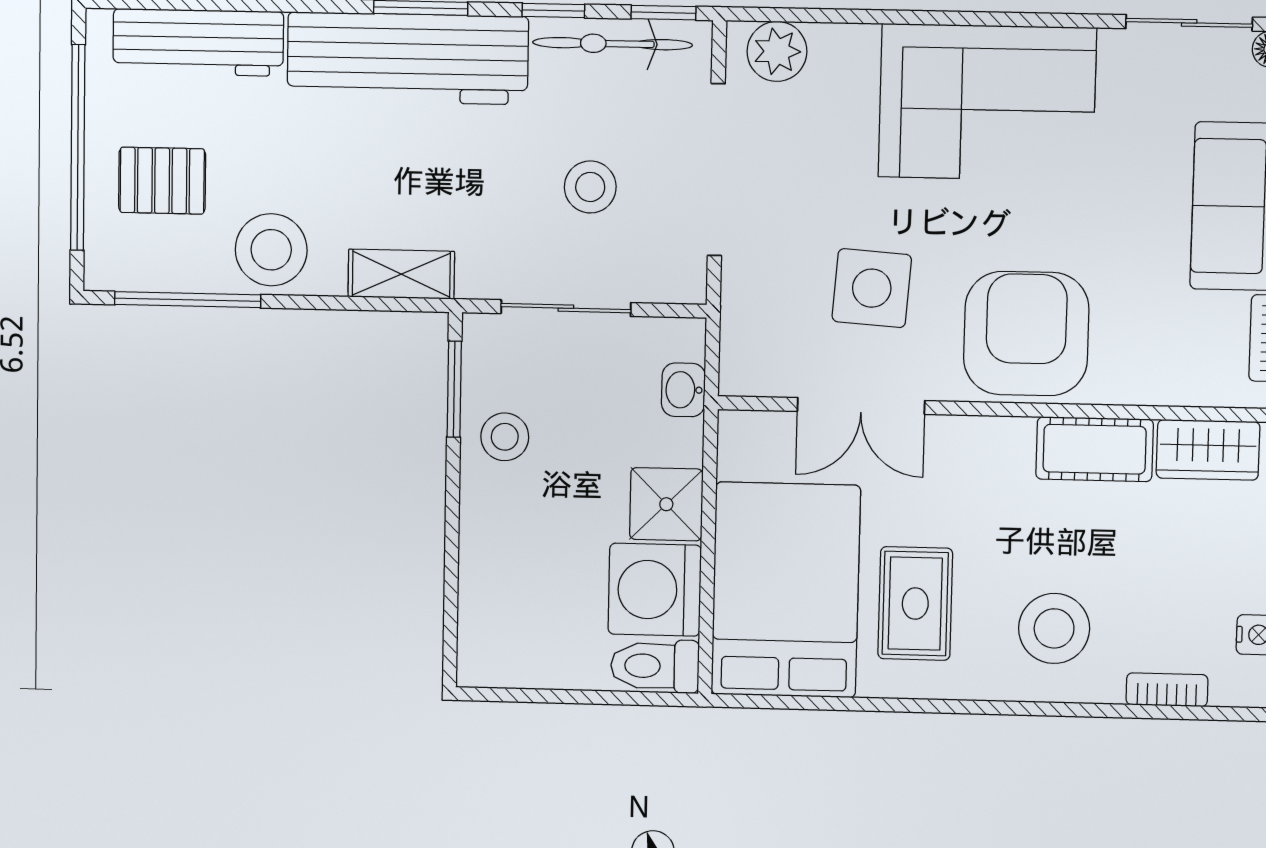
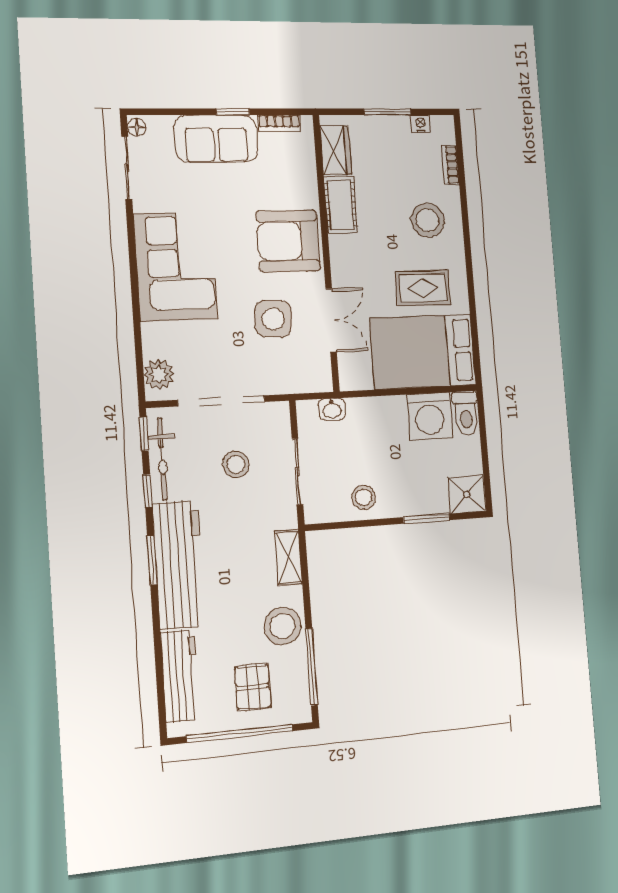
window: (454, 389) -> (427, 519), moved
shower: (666, 504) -> (467, 494), moved

